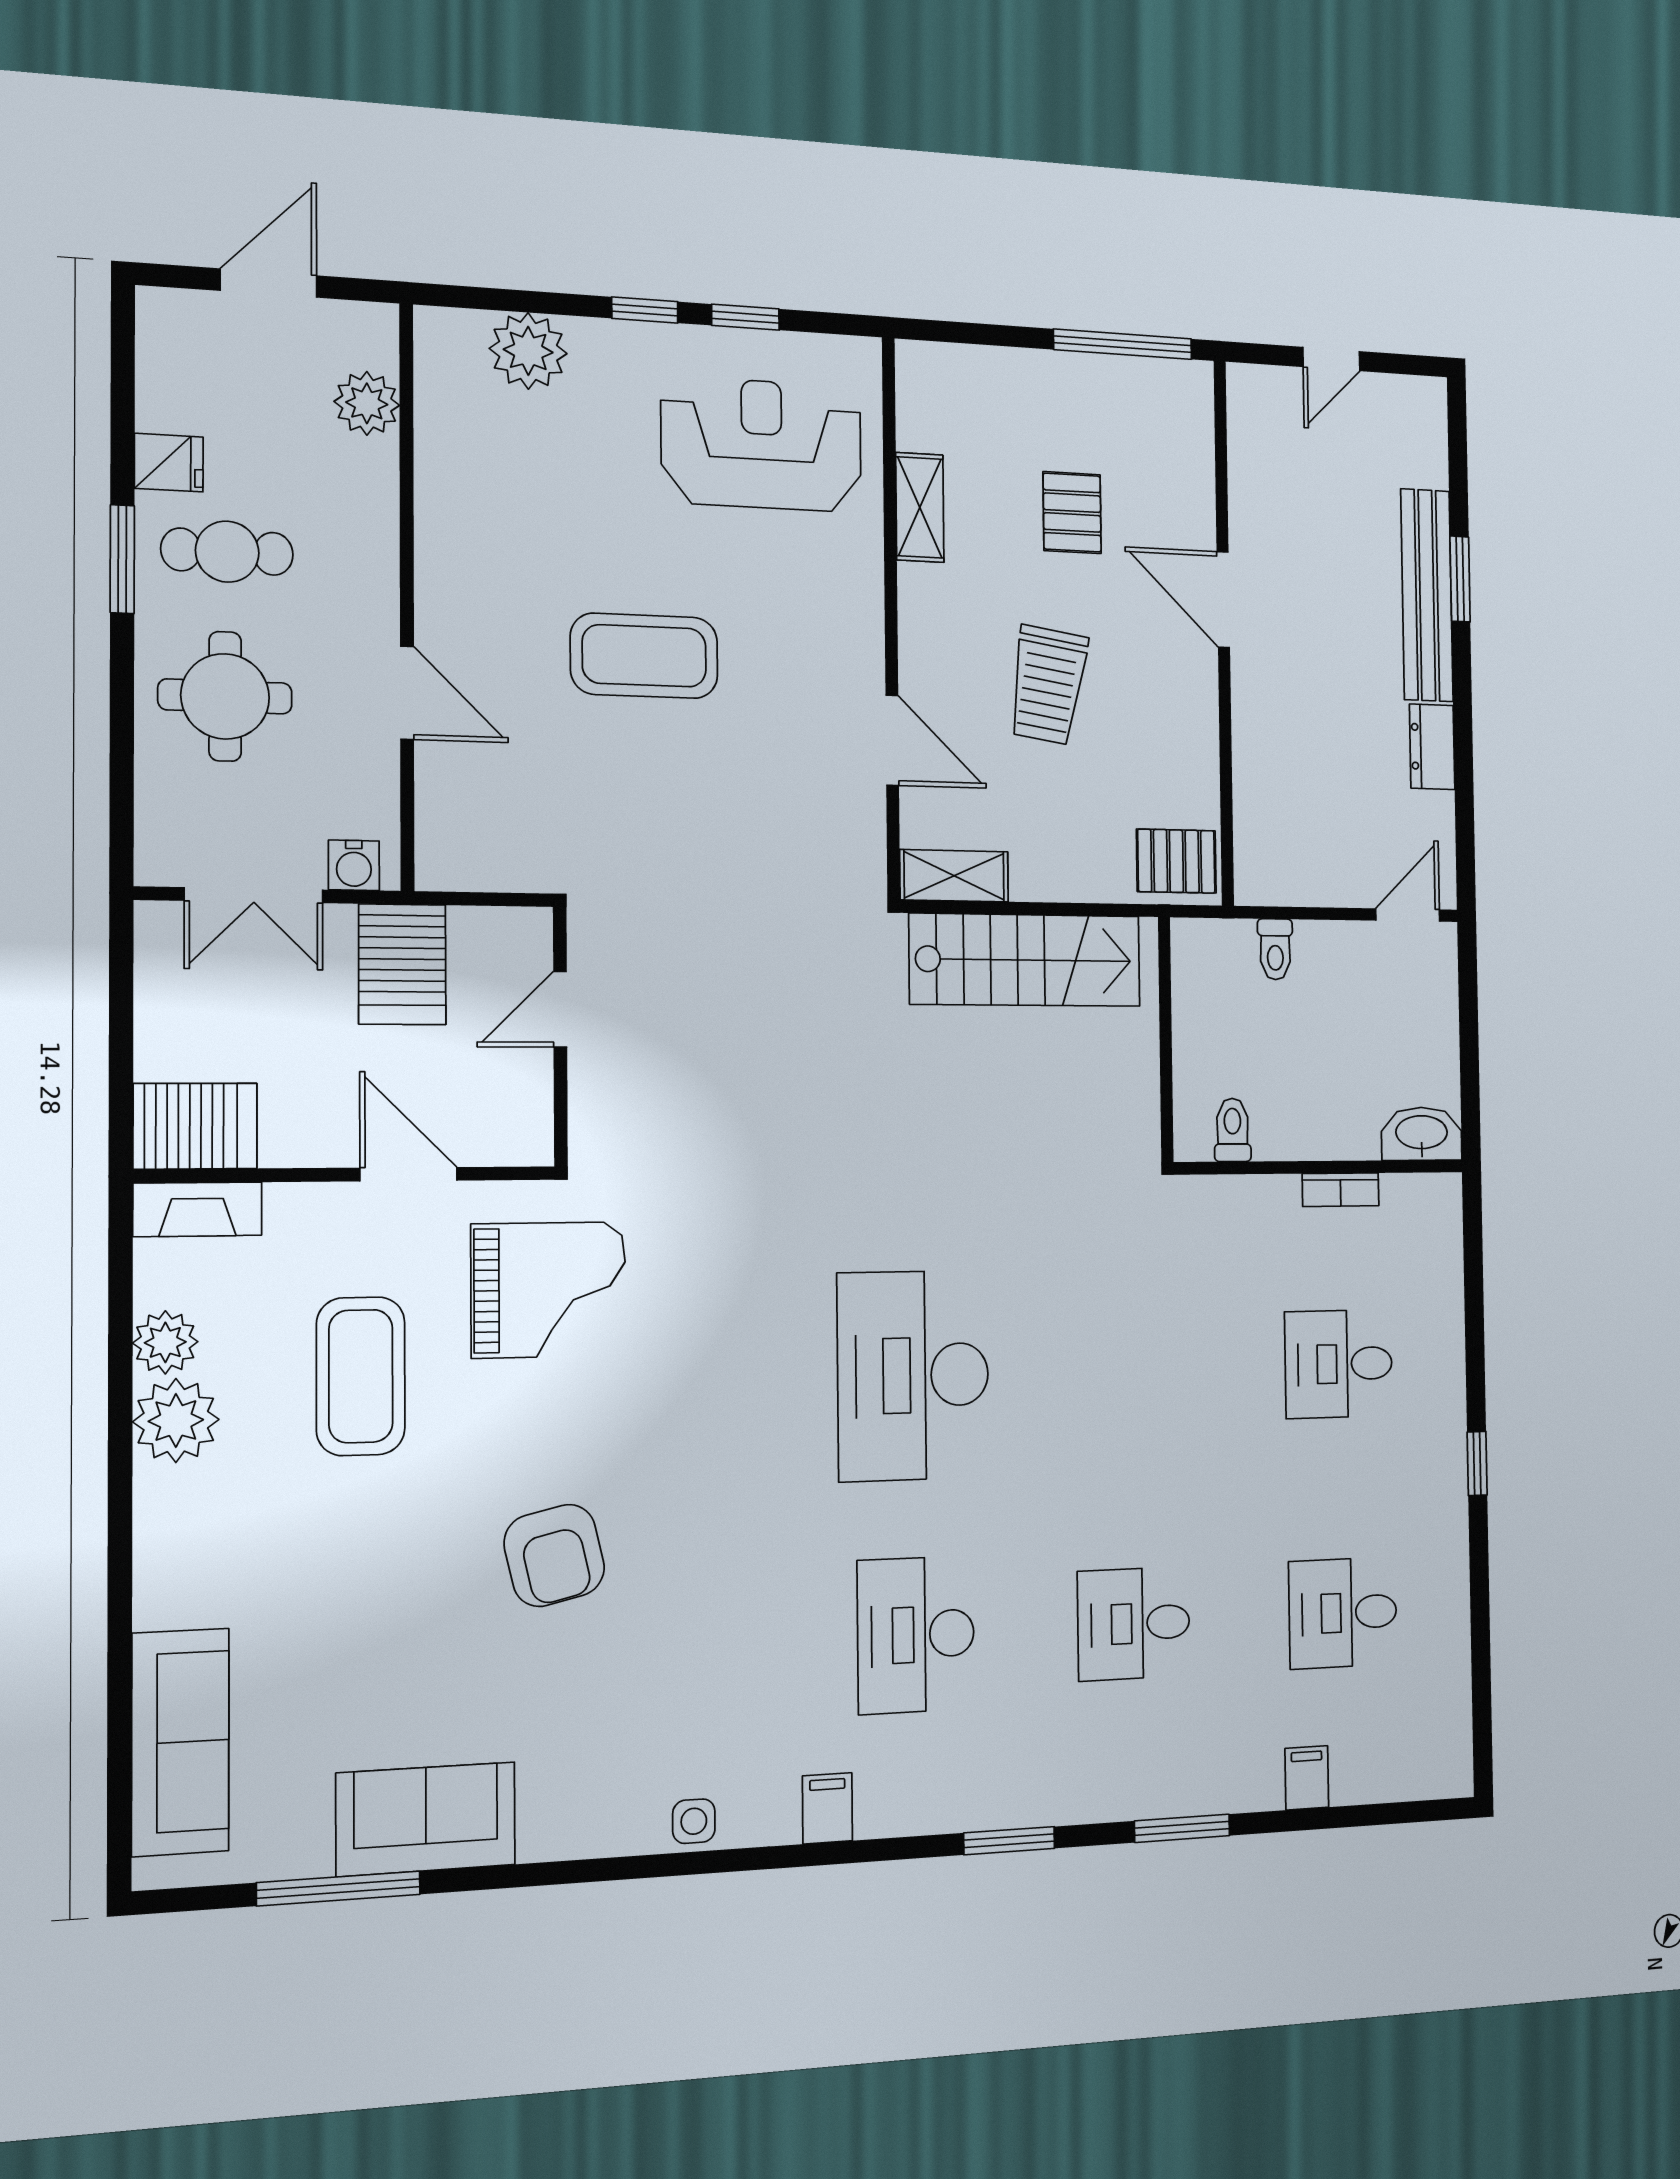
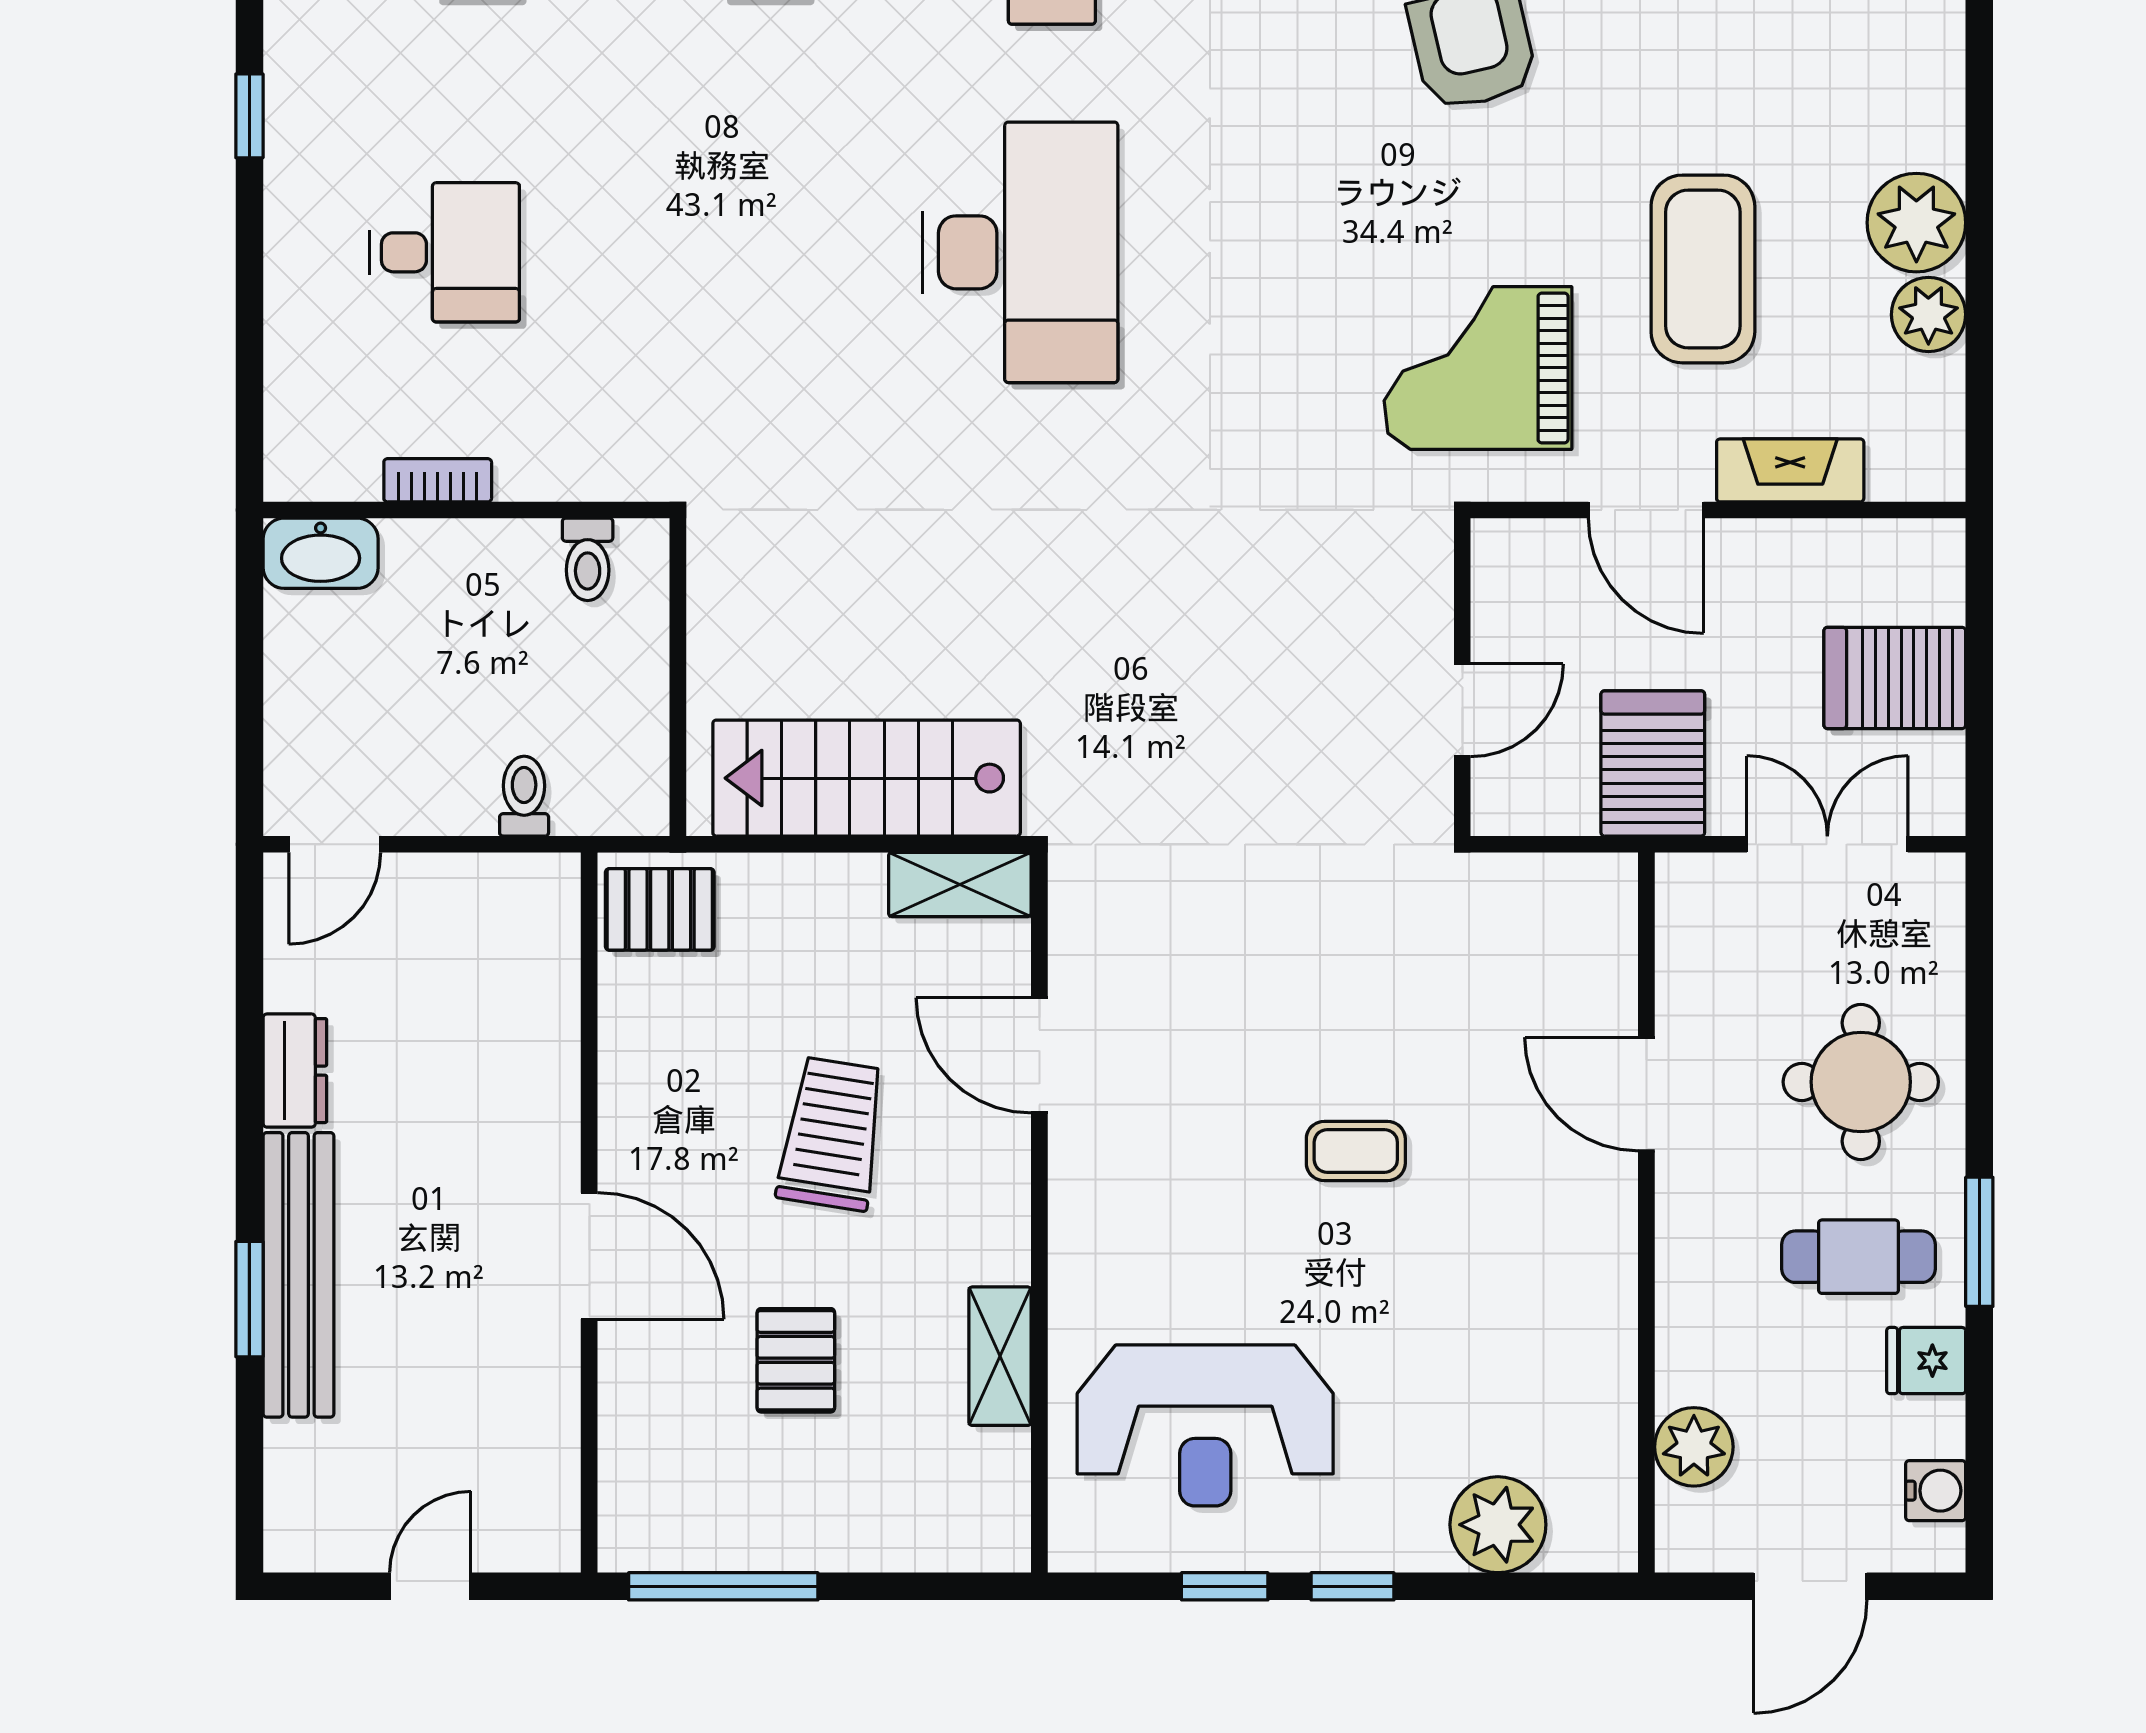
coffee table: (644, 656) -> (1356, 1151), width x0.54, depth x0.58
water cooler: (354, 865) -> (1936, 1491), moved, turned 90
server rack: (195, 1126) -> (1895, 678), moved
fireplace: (198, 1209) -> (1790, 470), moved

